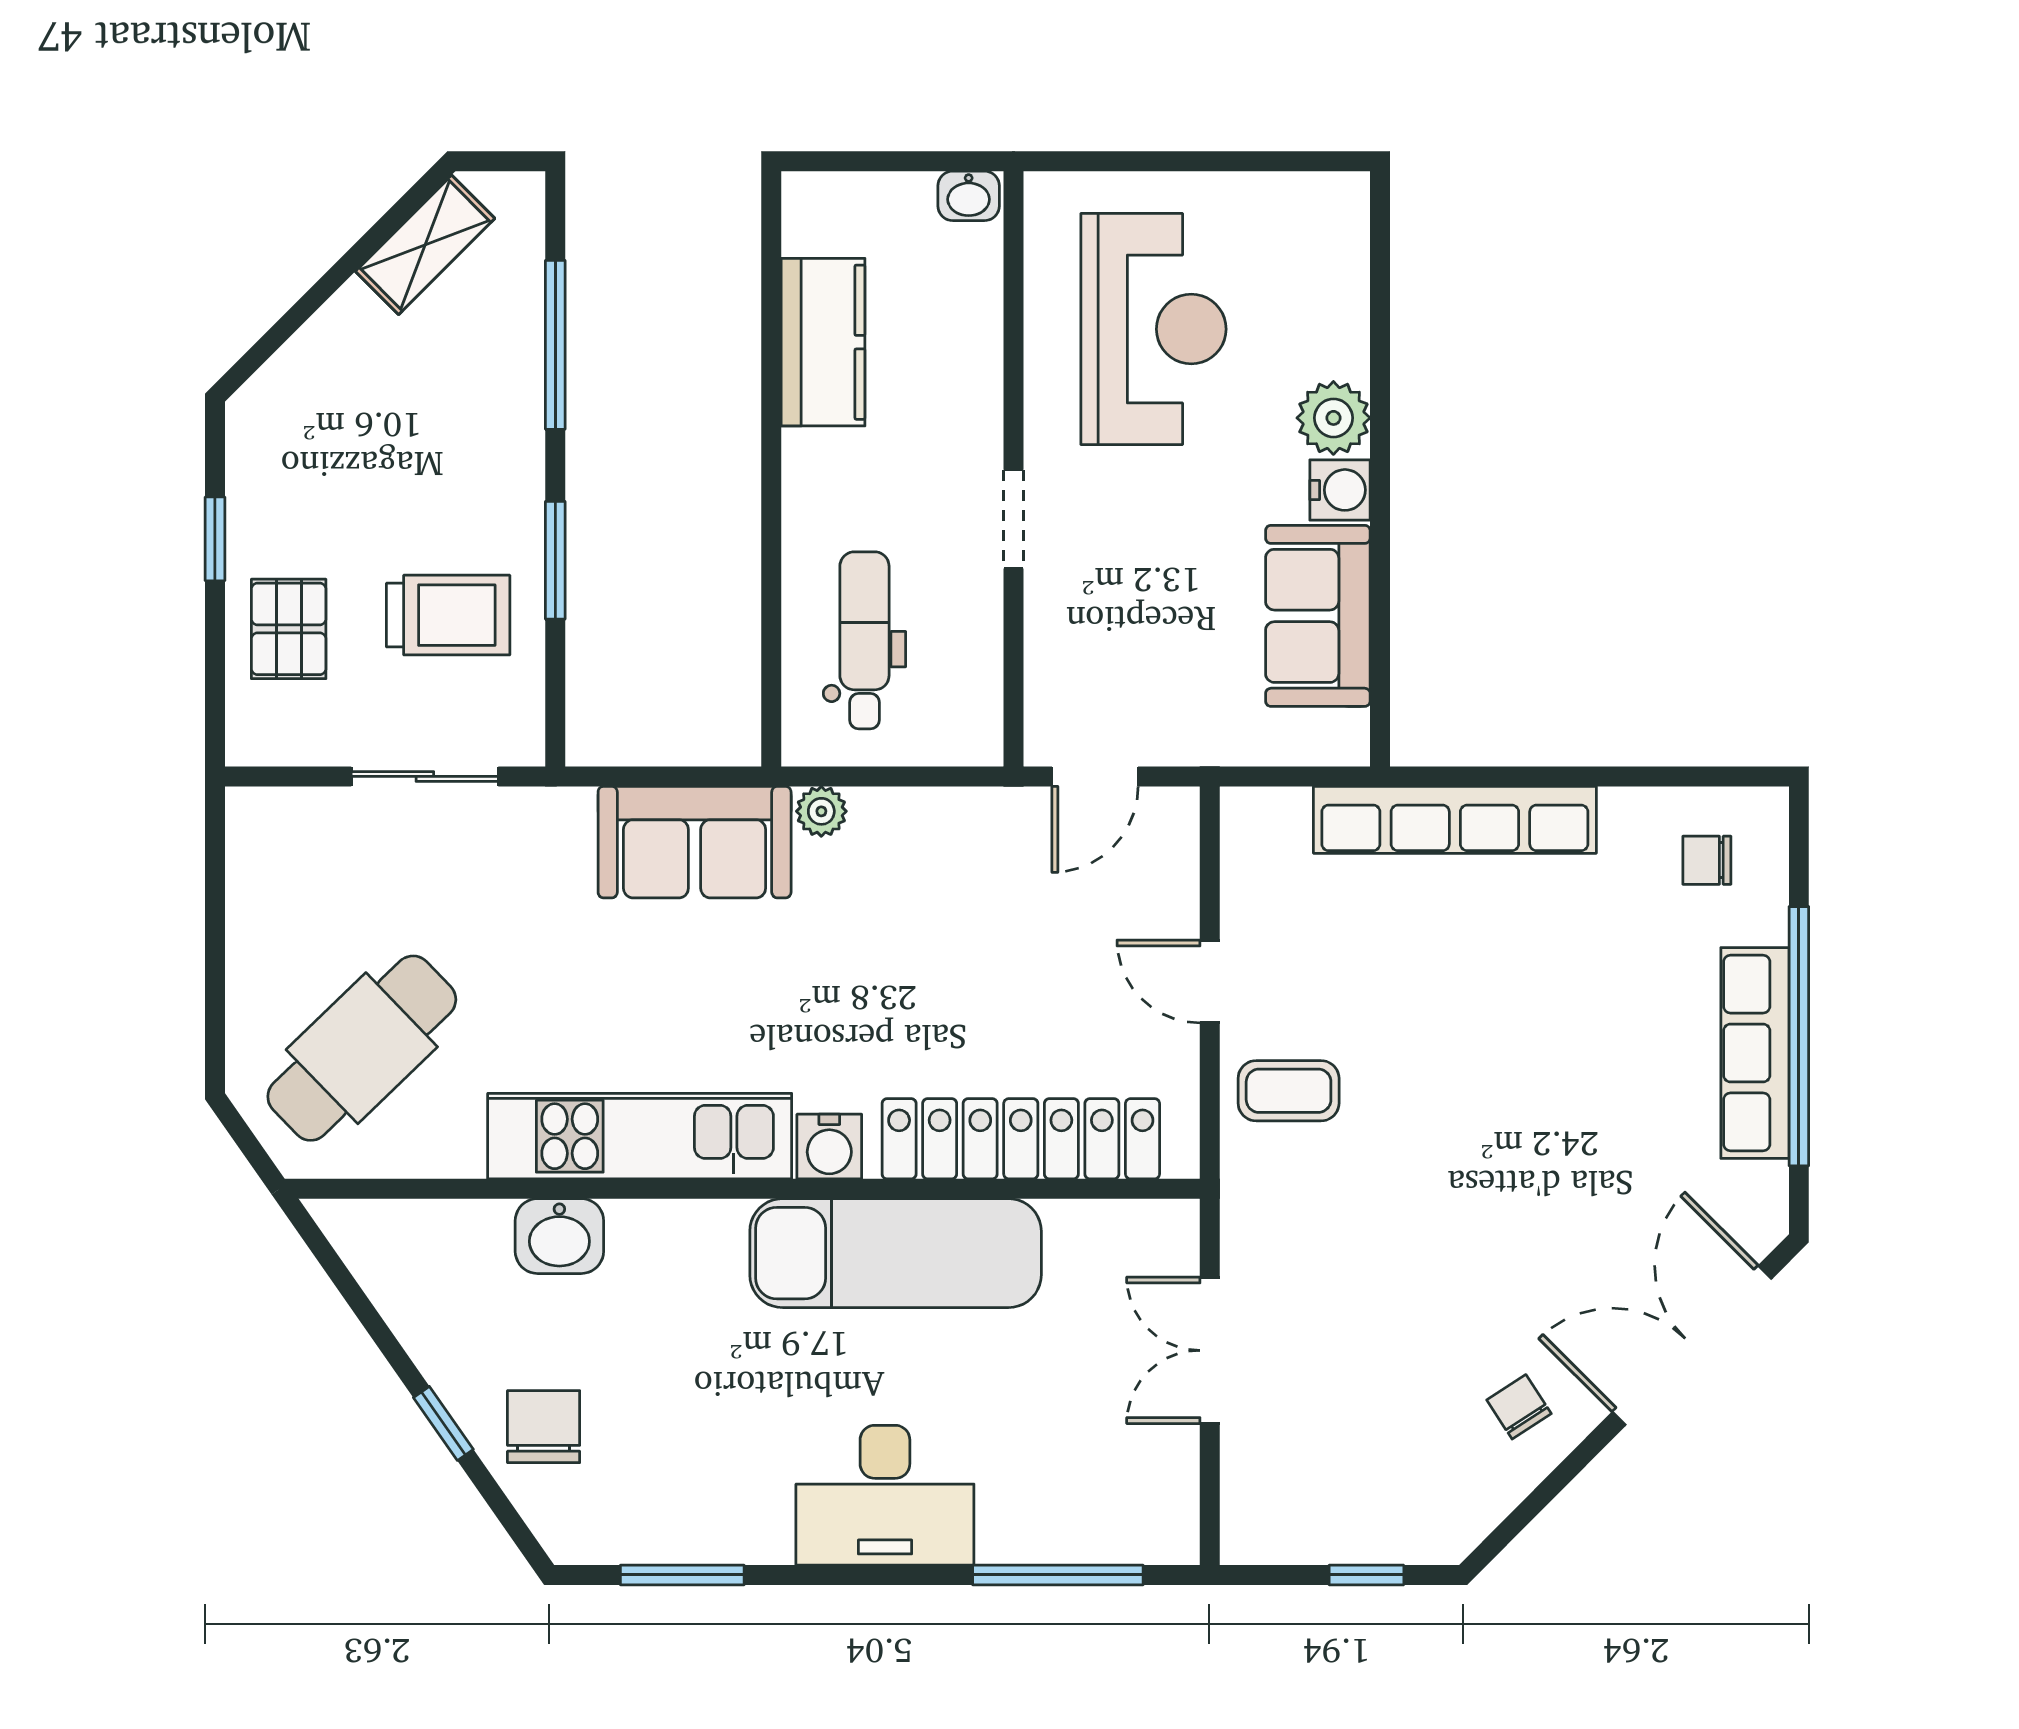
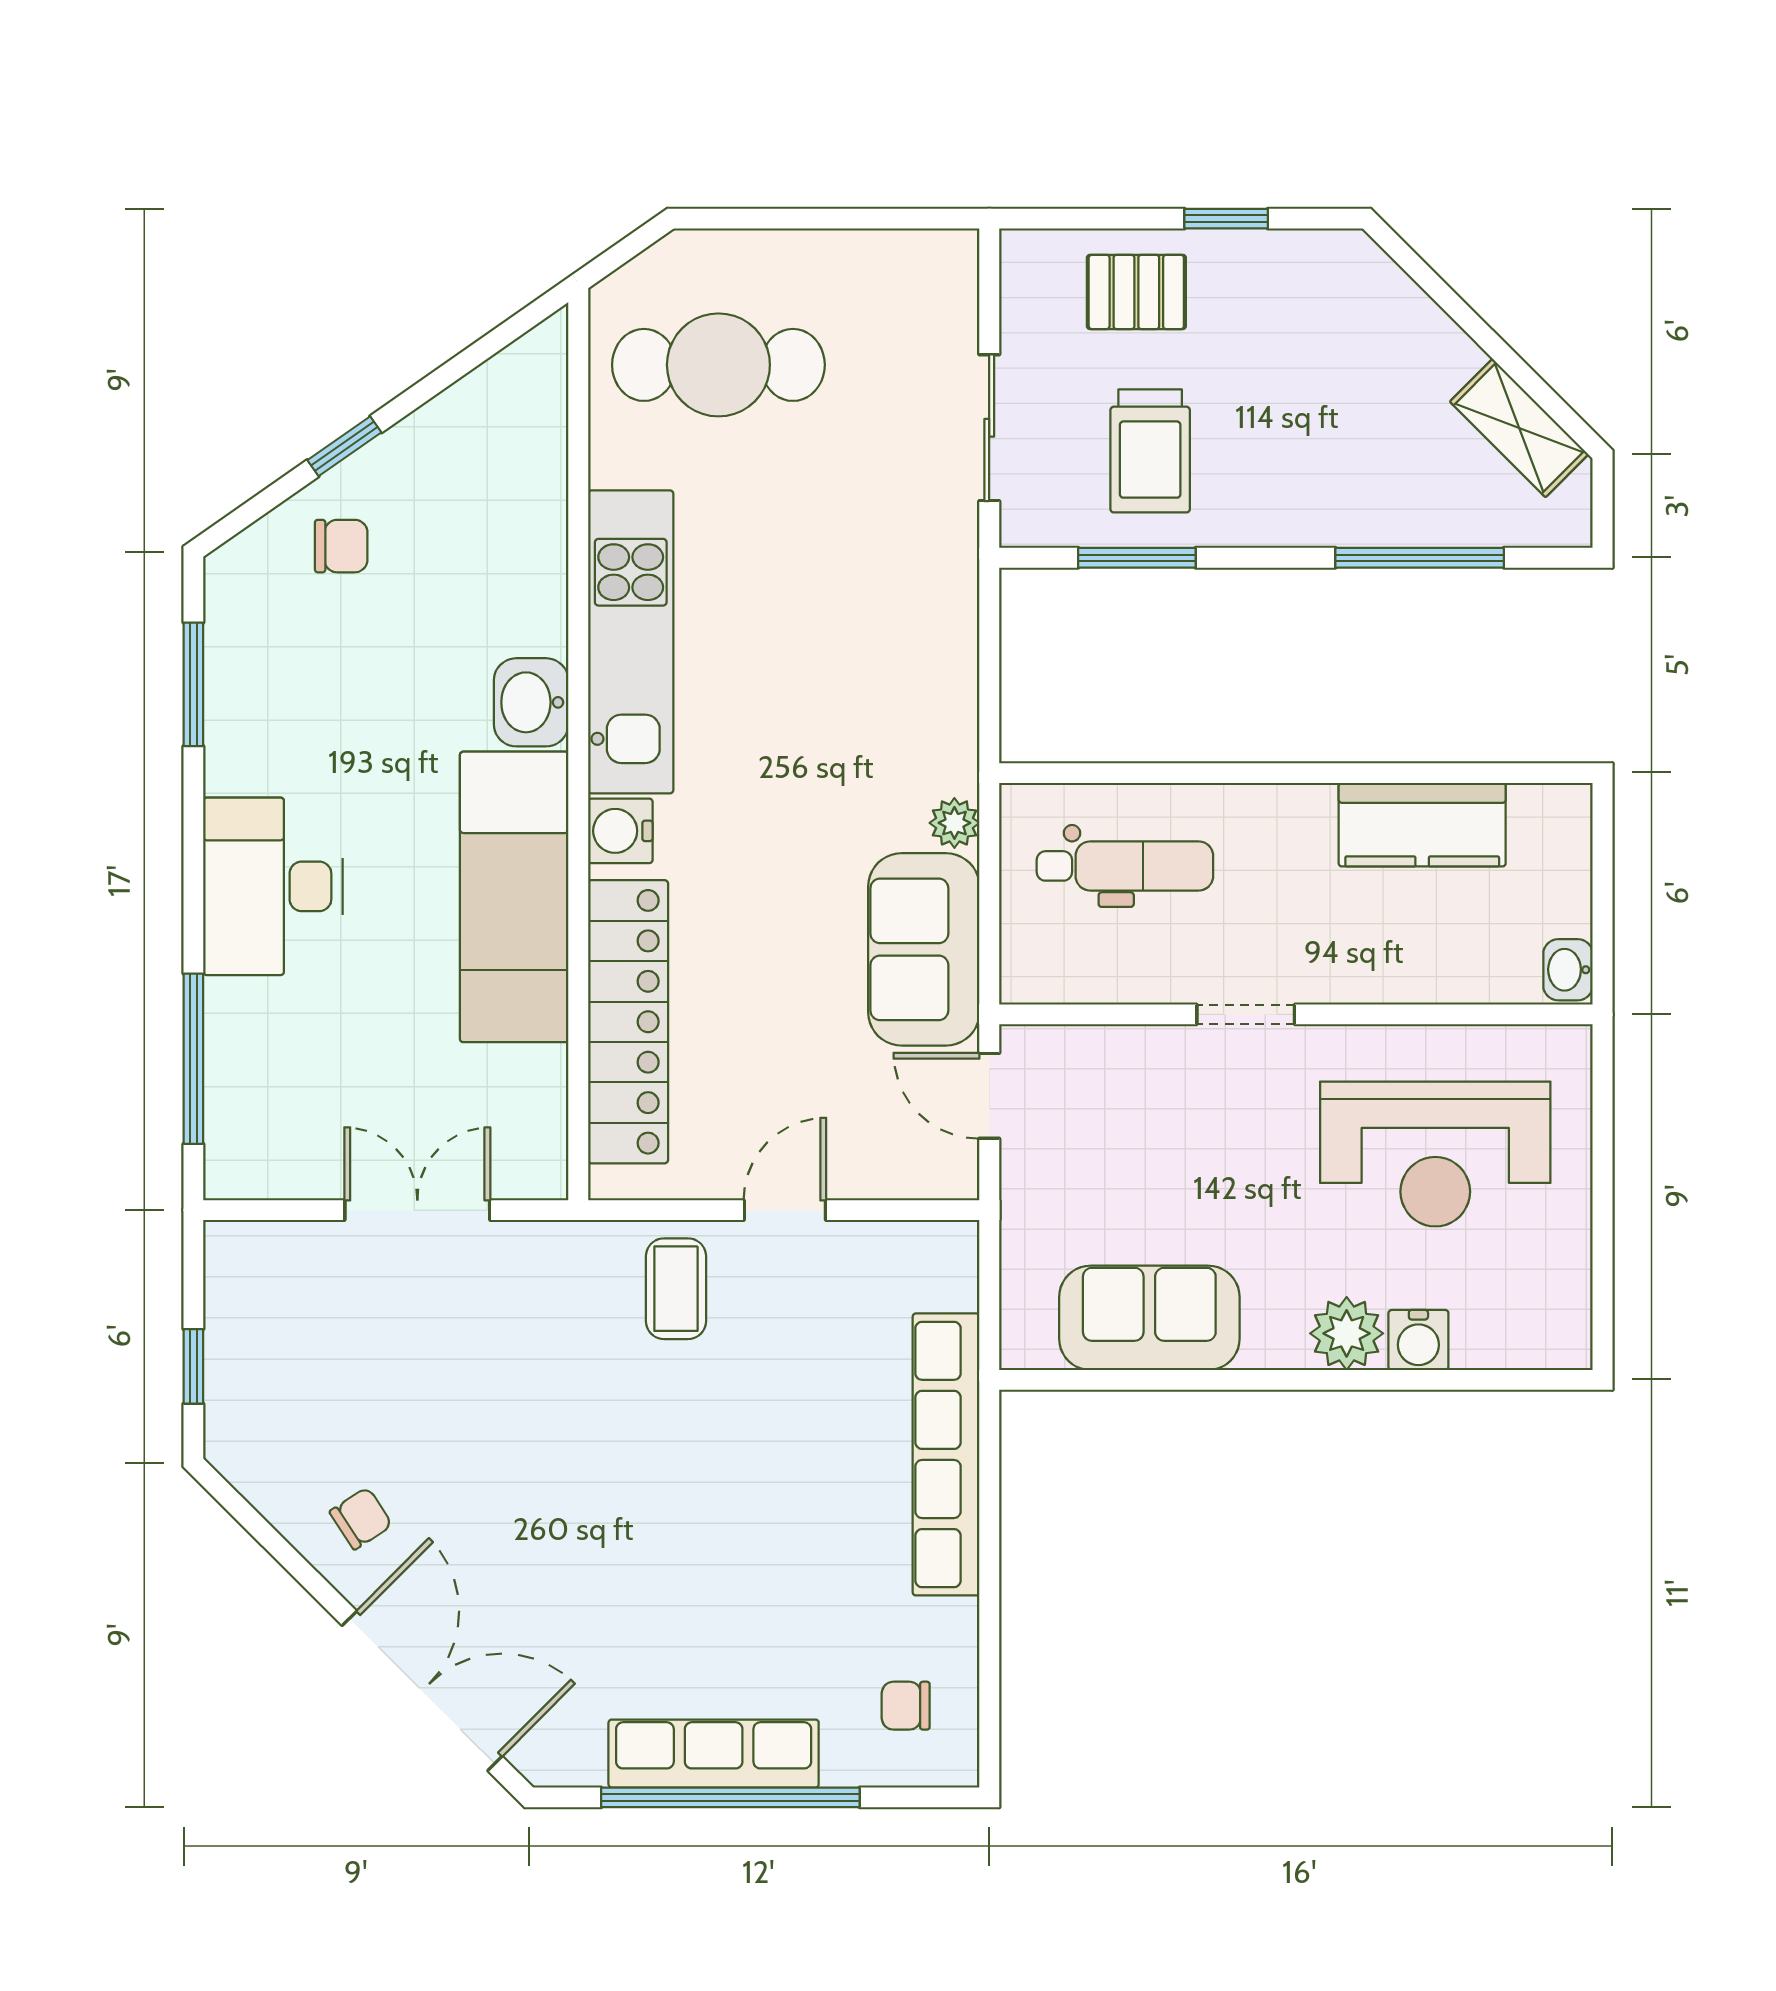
water cooler: (1340, 490) -> (1418, 1340), moved
window: (555, 560) -> (1137, 558), moved
sofa: (695, 842) -> (924, 949), moved
chair: (1707, 860) -> (906, 1706), turned -90
cafe table: (362, 1048) -> (718, 365), turned -46
washbasin: (559, 1236) -> (531, 702), moved
chair: (544, 1427) -> (341, 546), width x0.73, depth x0.73

